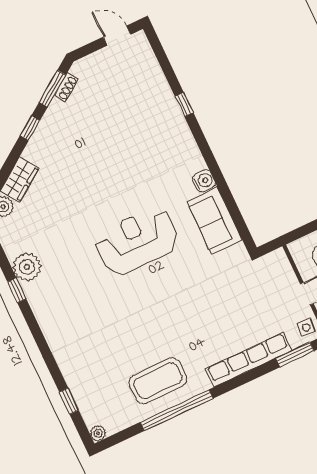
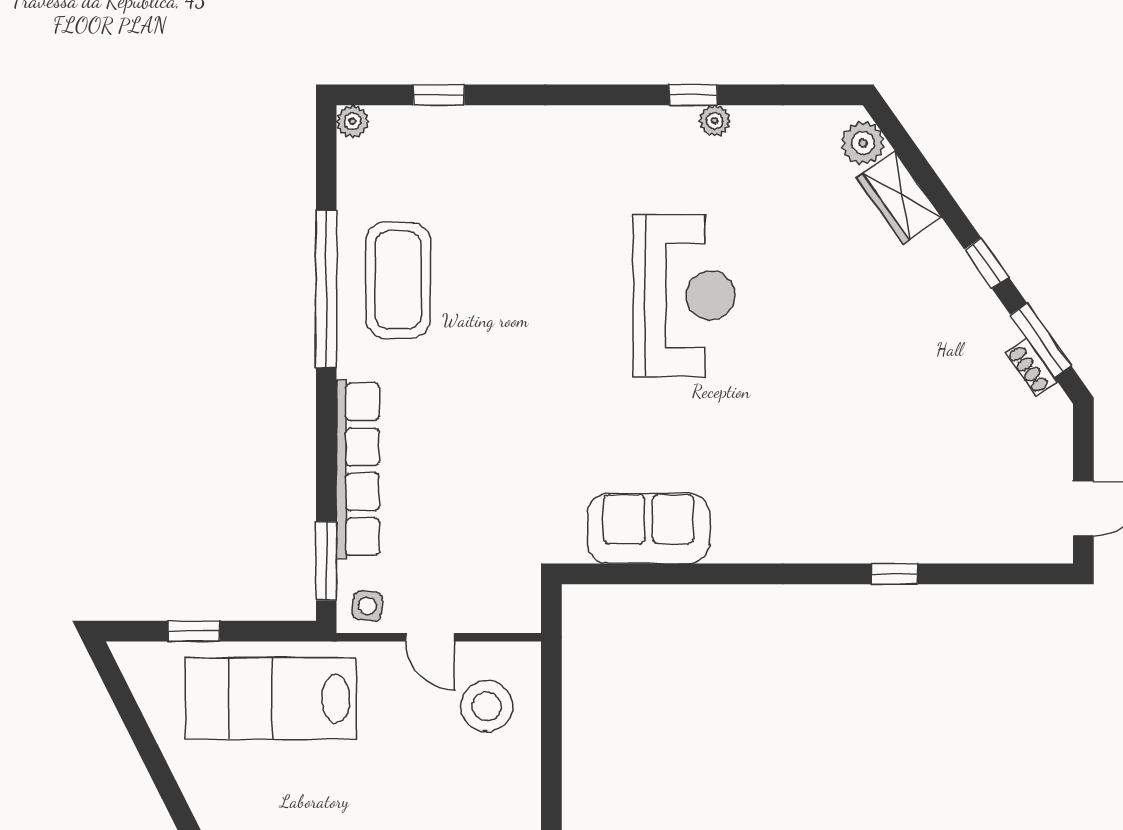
water cooler: (204, 181) -> (733, 543), removed
reception desk: (137, 241) -> (684, 295), moved
plant: (27, 267) -> (715, 121), width x0.53, depth x0.53

